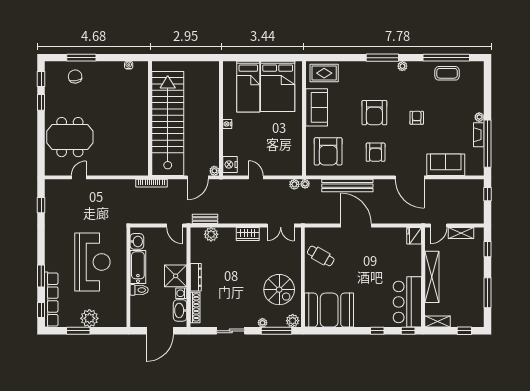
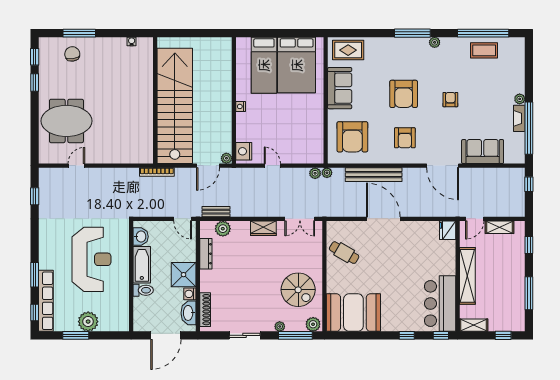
dresser: (196, 277) -> (206, 254), moved

